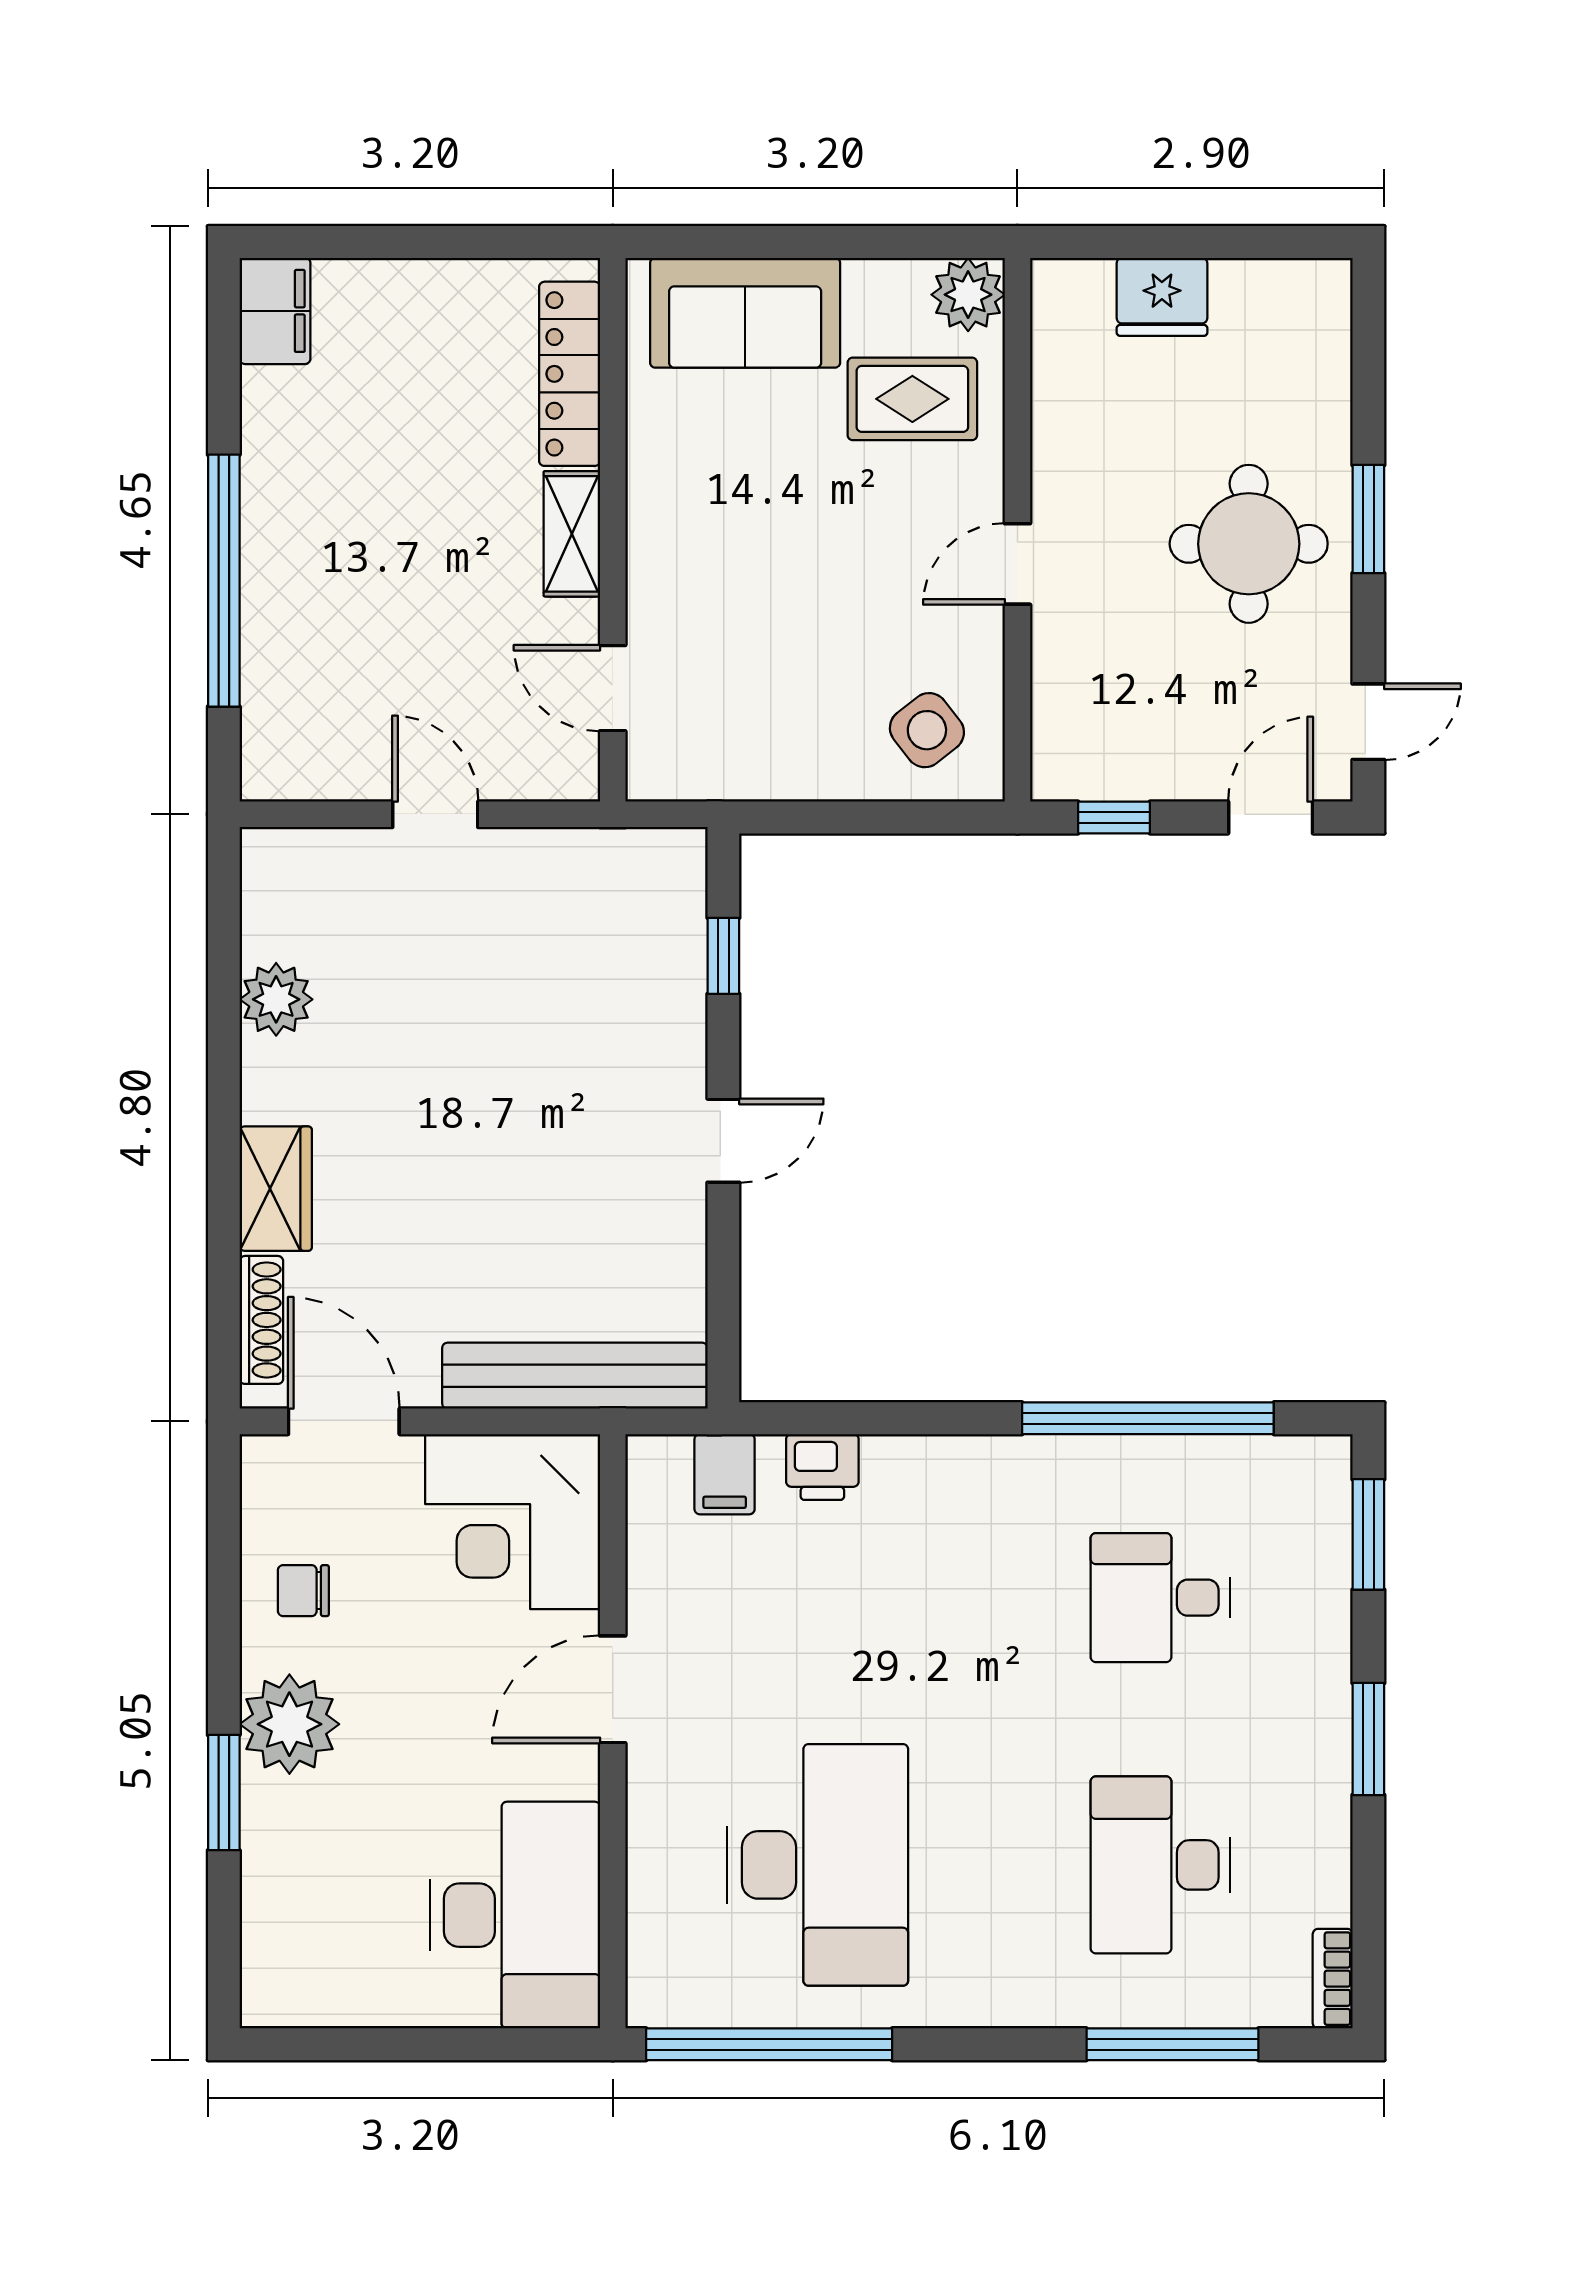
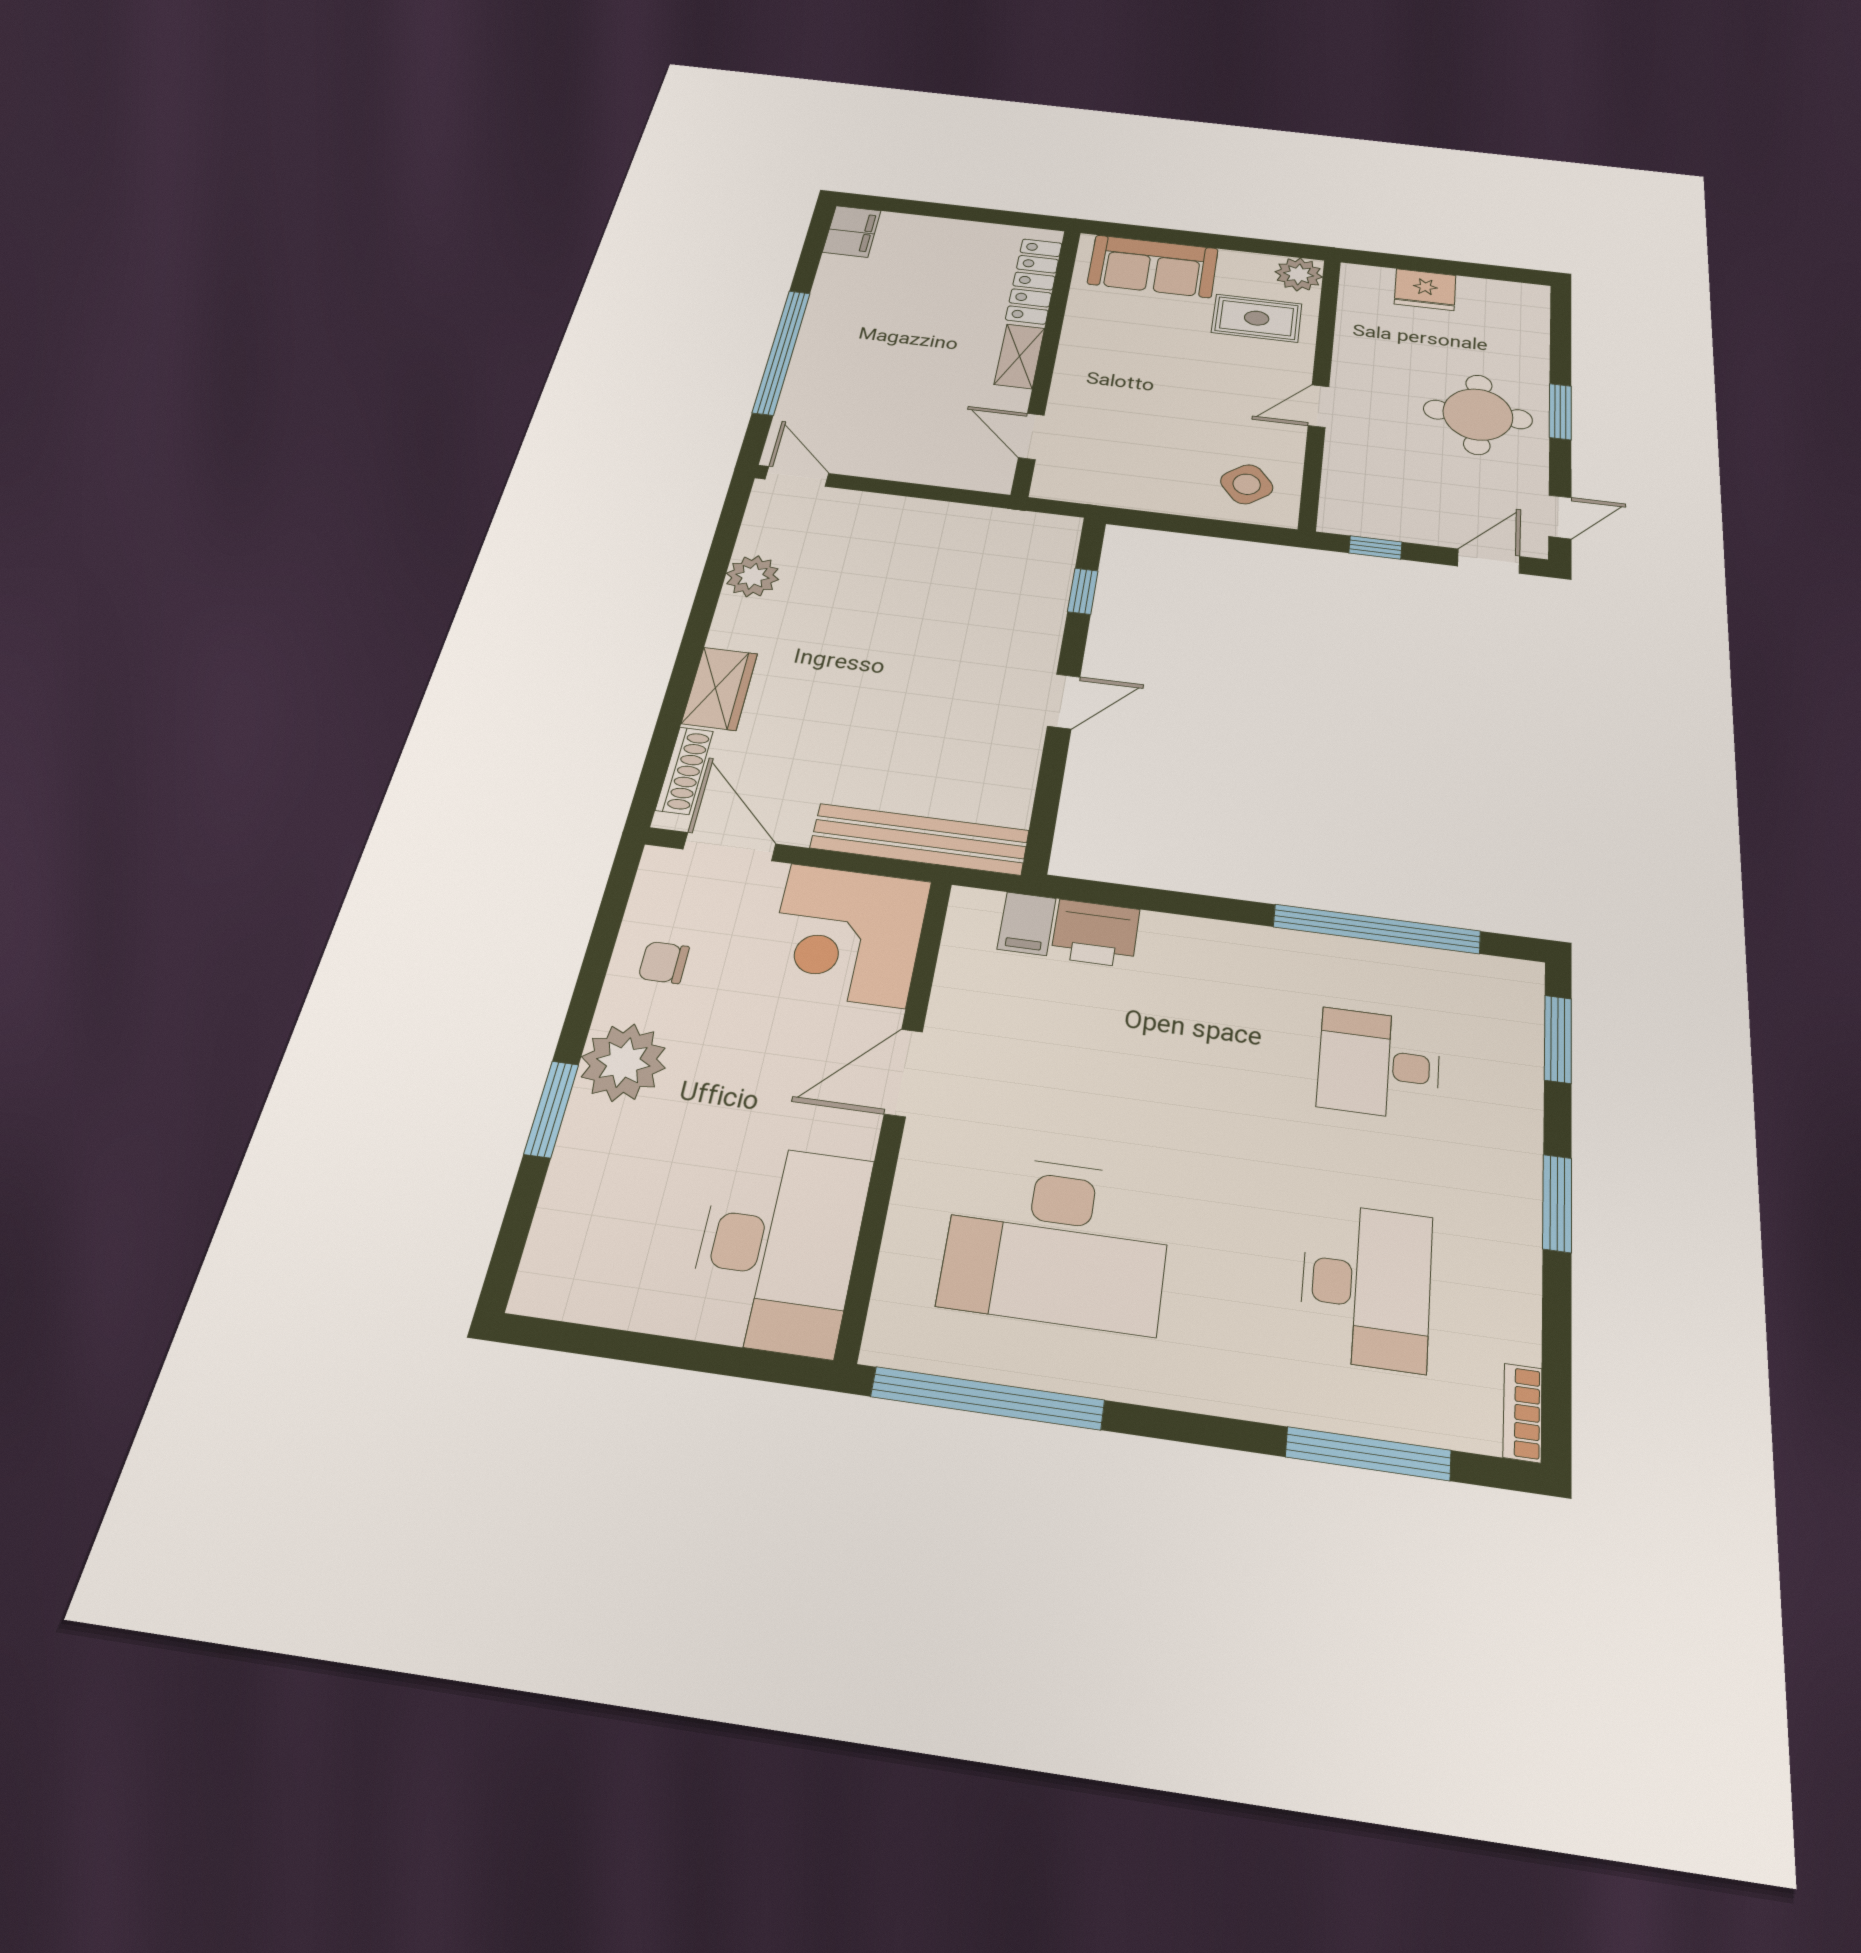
door: (435, 814) -> (797, 476), moved
printer: (822, 1467) -> (1095, 933), width x1.36, depth x1.24
desk: (818, 1865) -> (1057, 1242), turned 90
desk: (1160, 1865) -> (1366, 1286), turned 180

